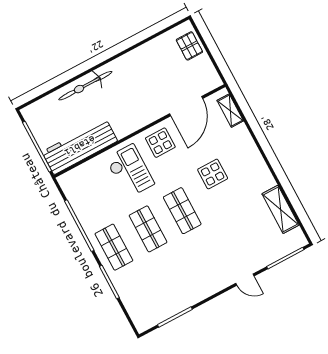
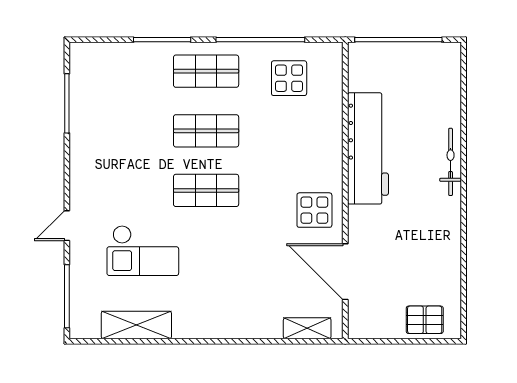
bicycle: (85, 86) -> (451, 162), width x0.73, depth x0.71
workbench: (80, 146) -> (368, 148), moved
checkout: (130, 171) -> (143, 251), moved
display table: (213, 174) -> (289, 78), moved

